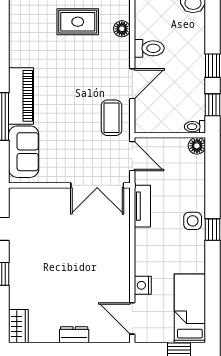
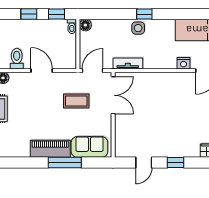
coffee table: (112, 118) -> (76, 101), moved

